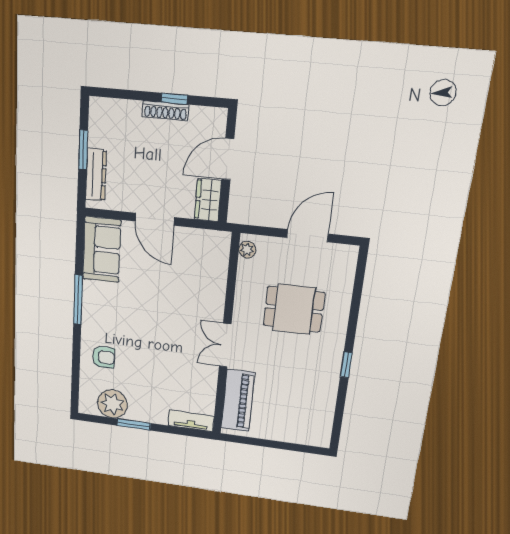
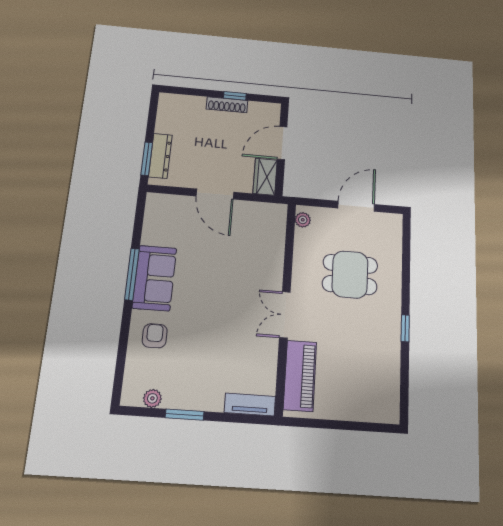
window: (83, 150) -> (147, 159), moved
sofa: (102, 250) -> (154, 278), moved
armchair: (103, 357) -> (155, 336), turned -90
plant: (112, 404) -> (152, 398), width x0.53, depth x0.53

